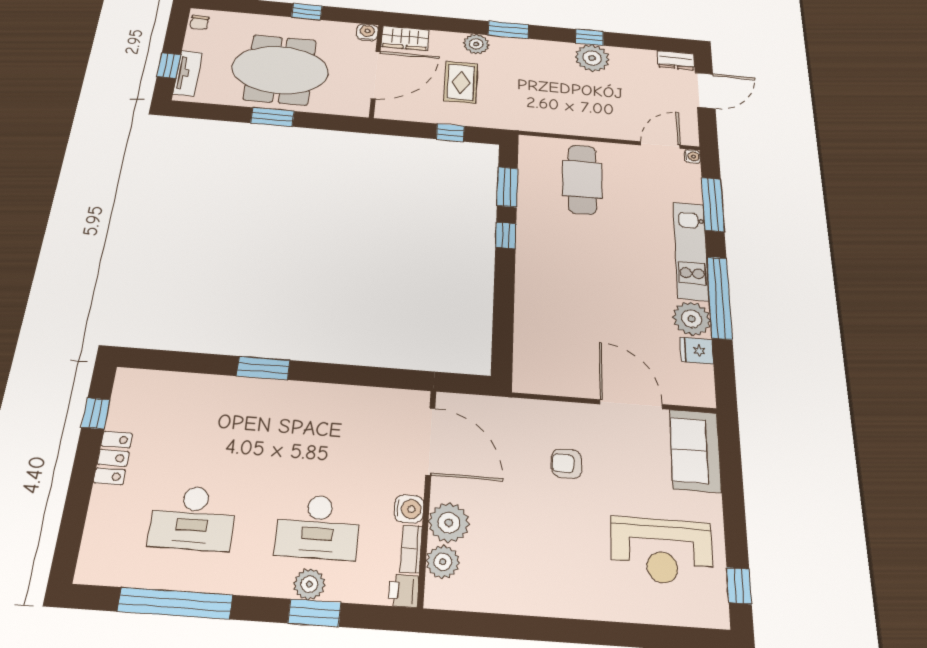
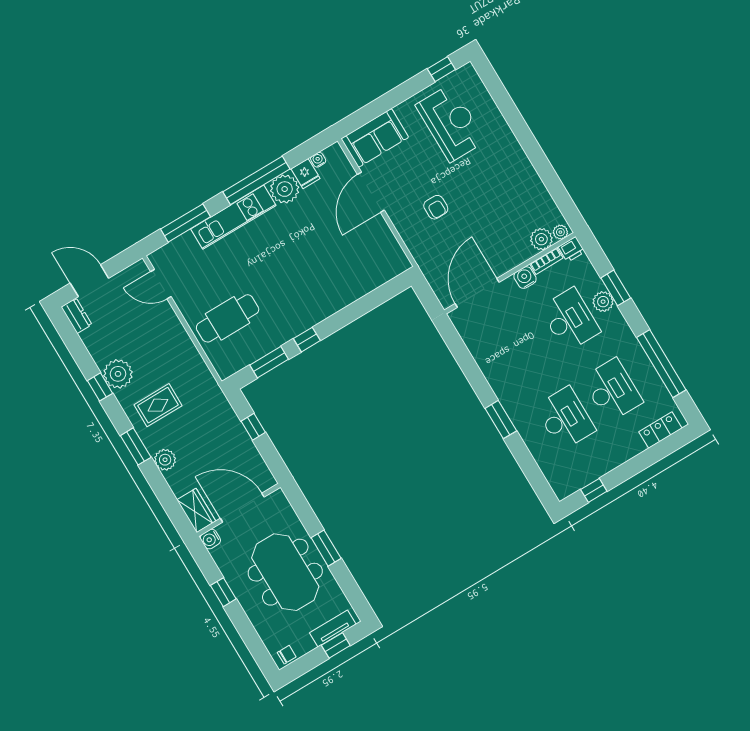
rug: (461, 82) -> (158, 405), moved
water cooler: (692, 156) -> (318, 160), moved
desk: (205, 439) -> (565, 418), added
locker: (113, 458) -> (660, 430), moved
plant: (449, 523) -> (560, 232), moved, width x0.53, depth x0.53

